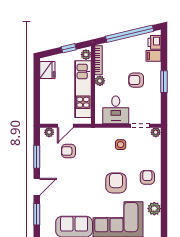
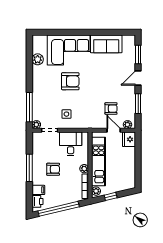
fridge: (47, 70) -> (129, 139), moved
window: (164, 82) -> (29, 168), width x1.44
door: (65, 126) -> (114, 130), hinge flipped
window: (164, 153) -> (29, 107), added
armchair: (147, 177) -> (44, 86), removed
armchair: (116, 183) -> (70, 81), turned -90

